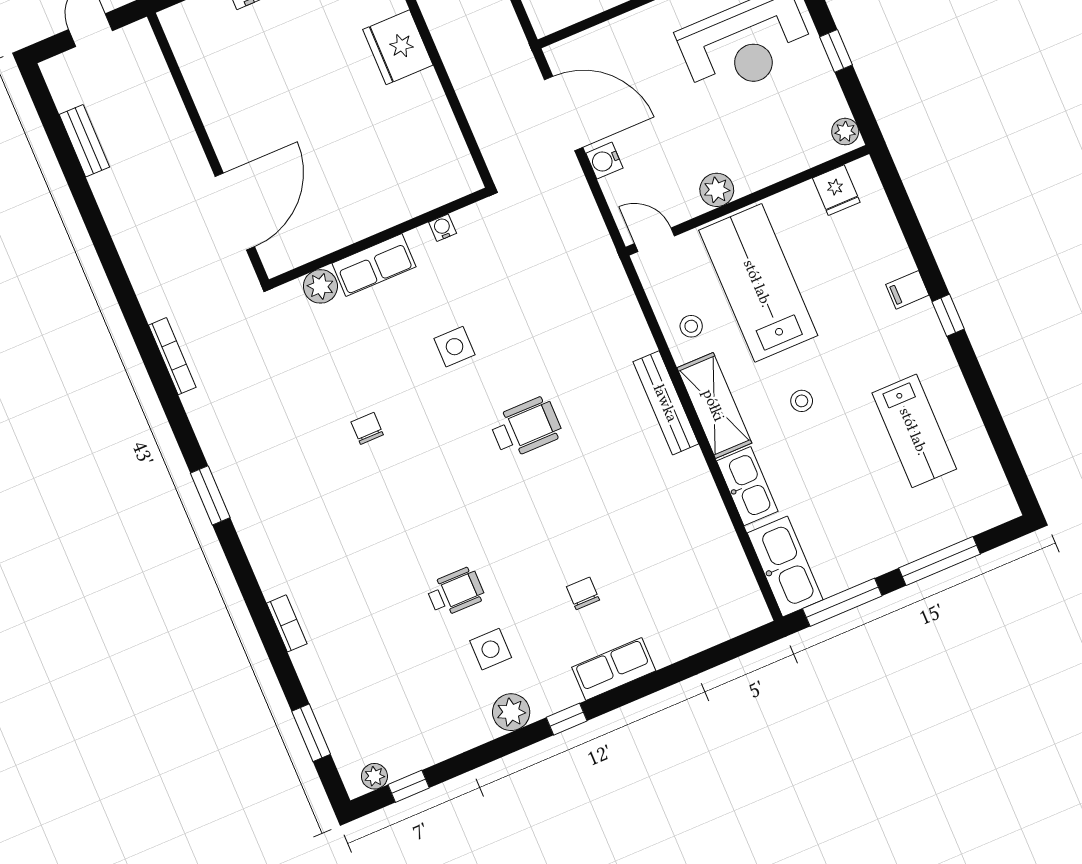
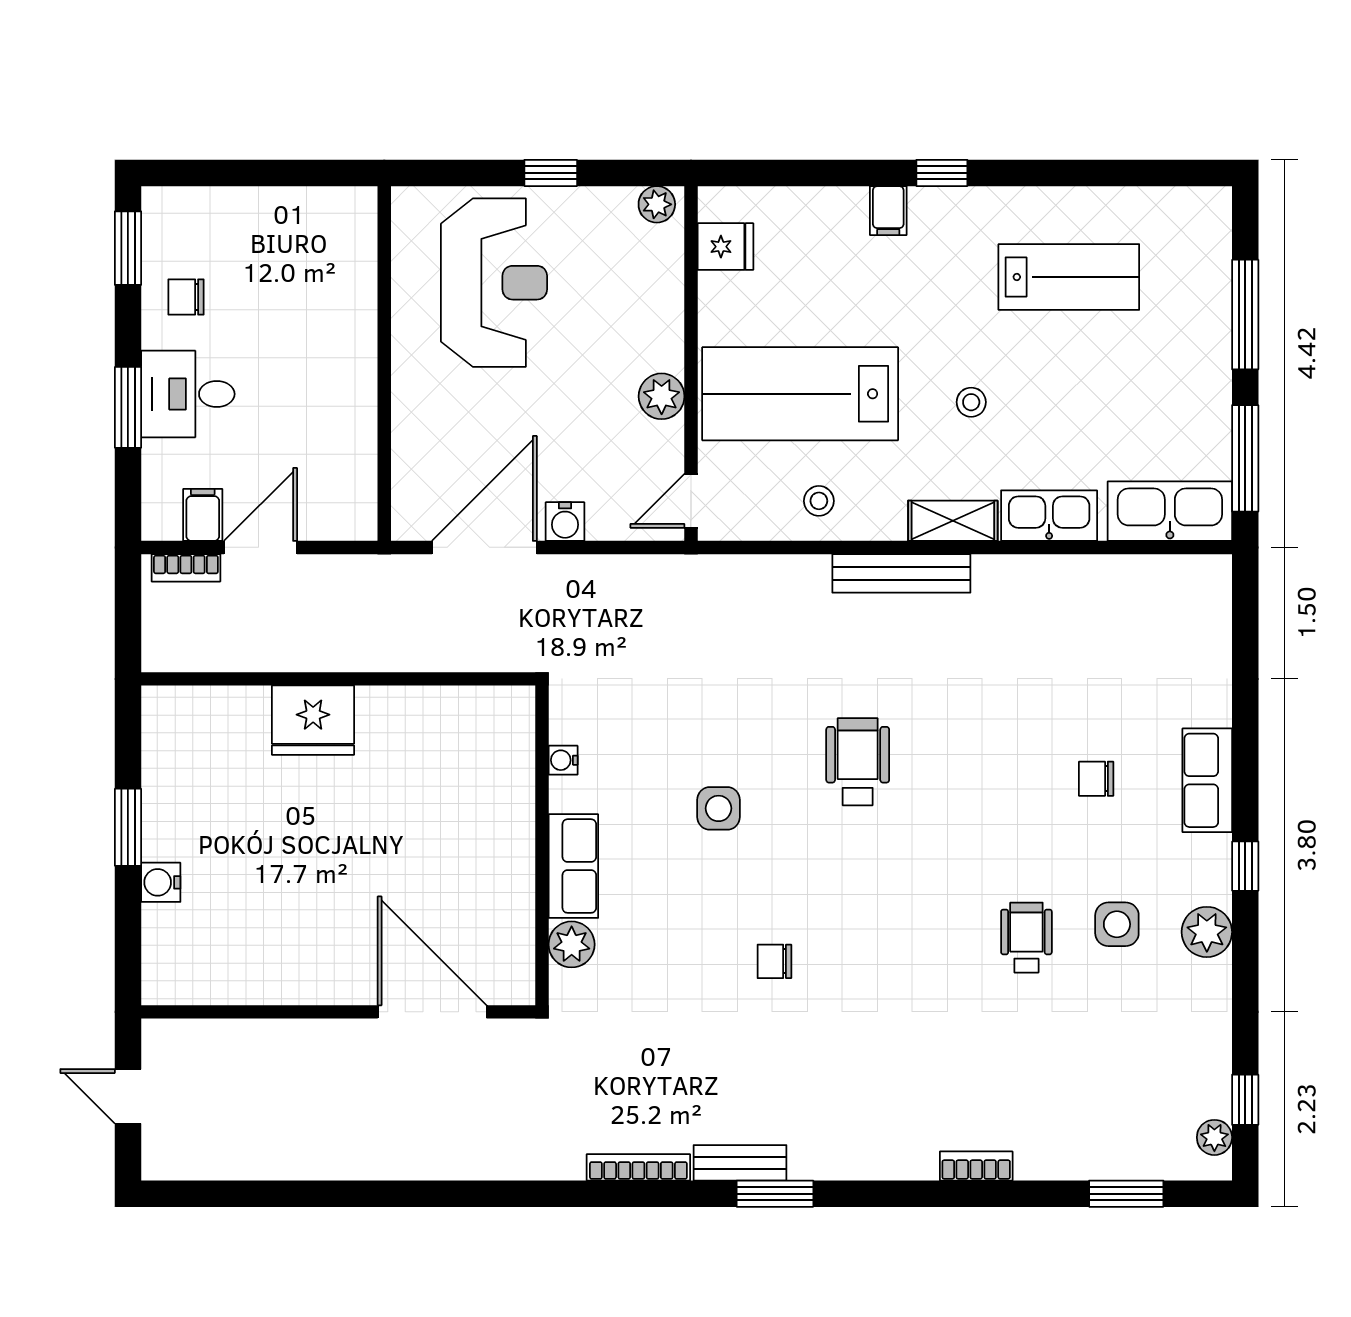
bench: (84, 141) -> (740, 1163), moved
bookcase: (172, 356) -> (638, 1167), moved
shelving: (714, 405) -> (953, 521), width x0.67, depth x0.75

